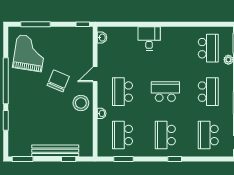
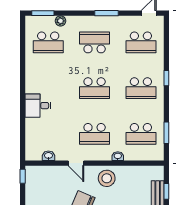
washbasin: (102, 38) -> (48, 156), moved
school desk: (208, 48) -> (48, 42), turned 180
school desk: (165, 92) -> (95, 88), turned -90

